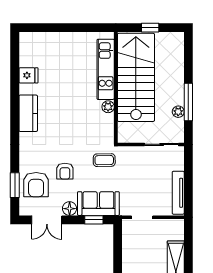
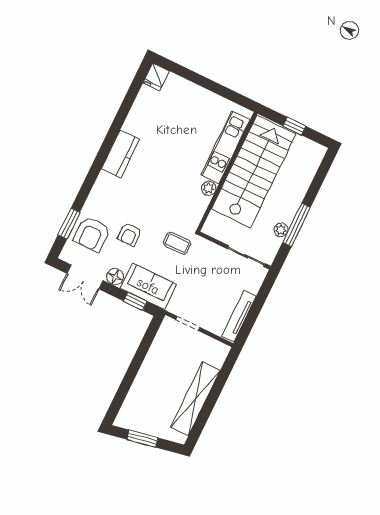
fridge: (28, 75) -> (156, 77), moved, turned 90

